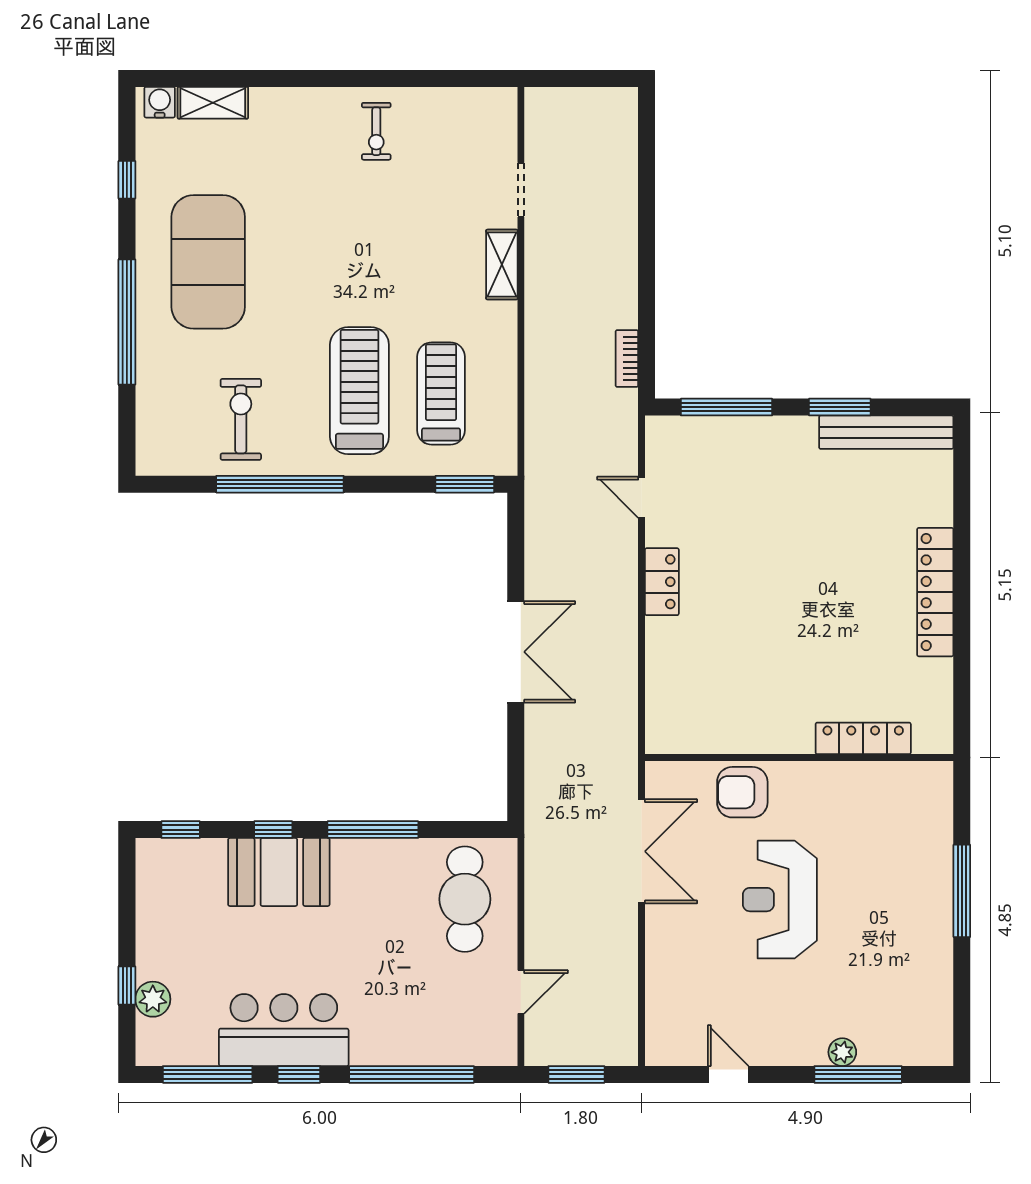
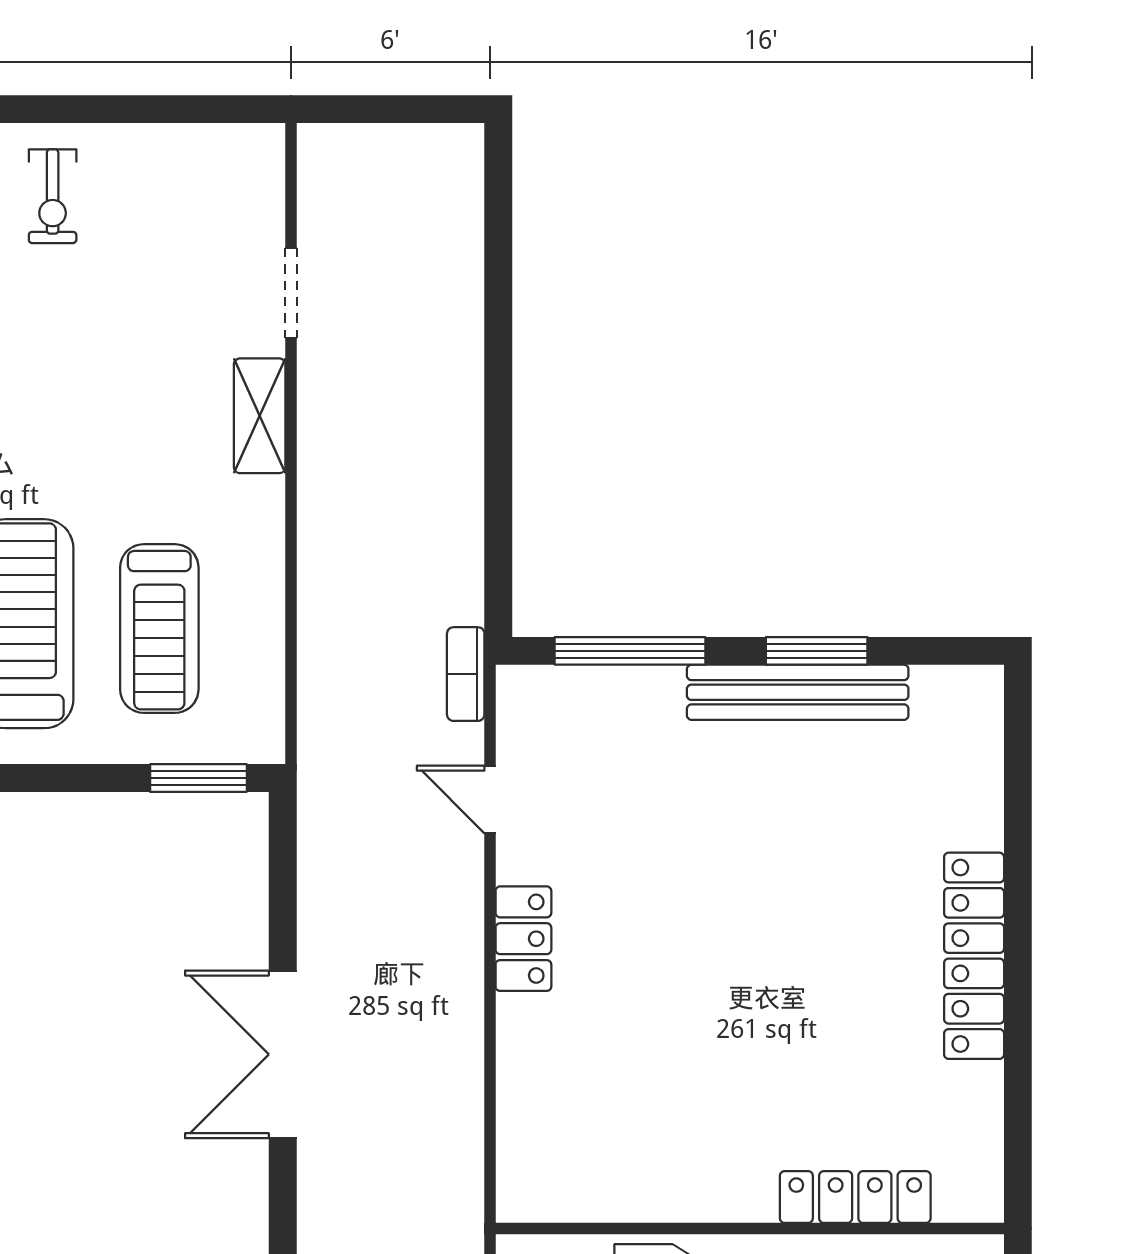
bookcase: (627, 358) -> (466, 674), moved
treadmill: (441, 394) -> (159, 629), turned 180
bench: (886, 432) -> (798, 692), moved
double door: (516, 652) -> (283, 1054), swing flipped

